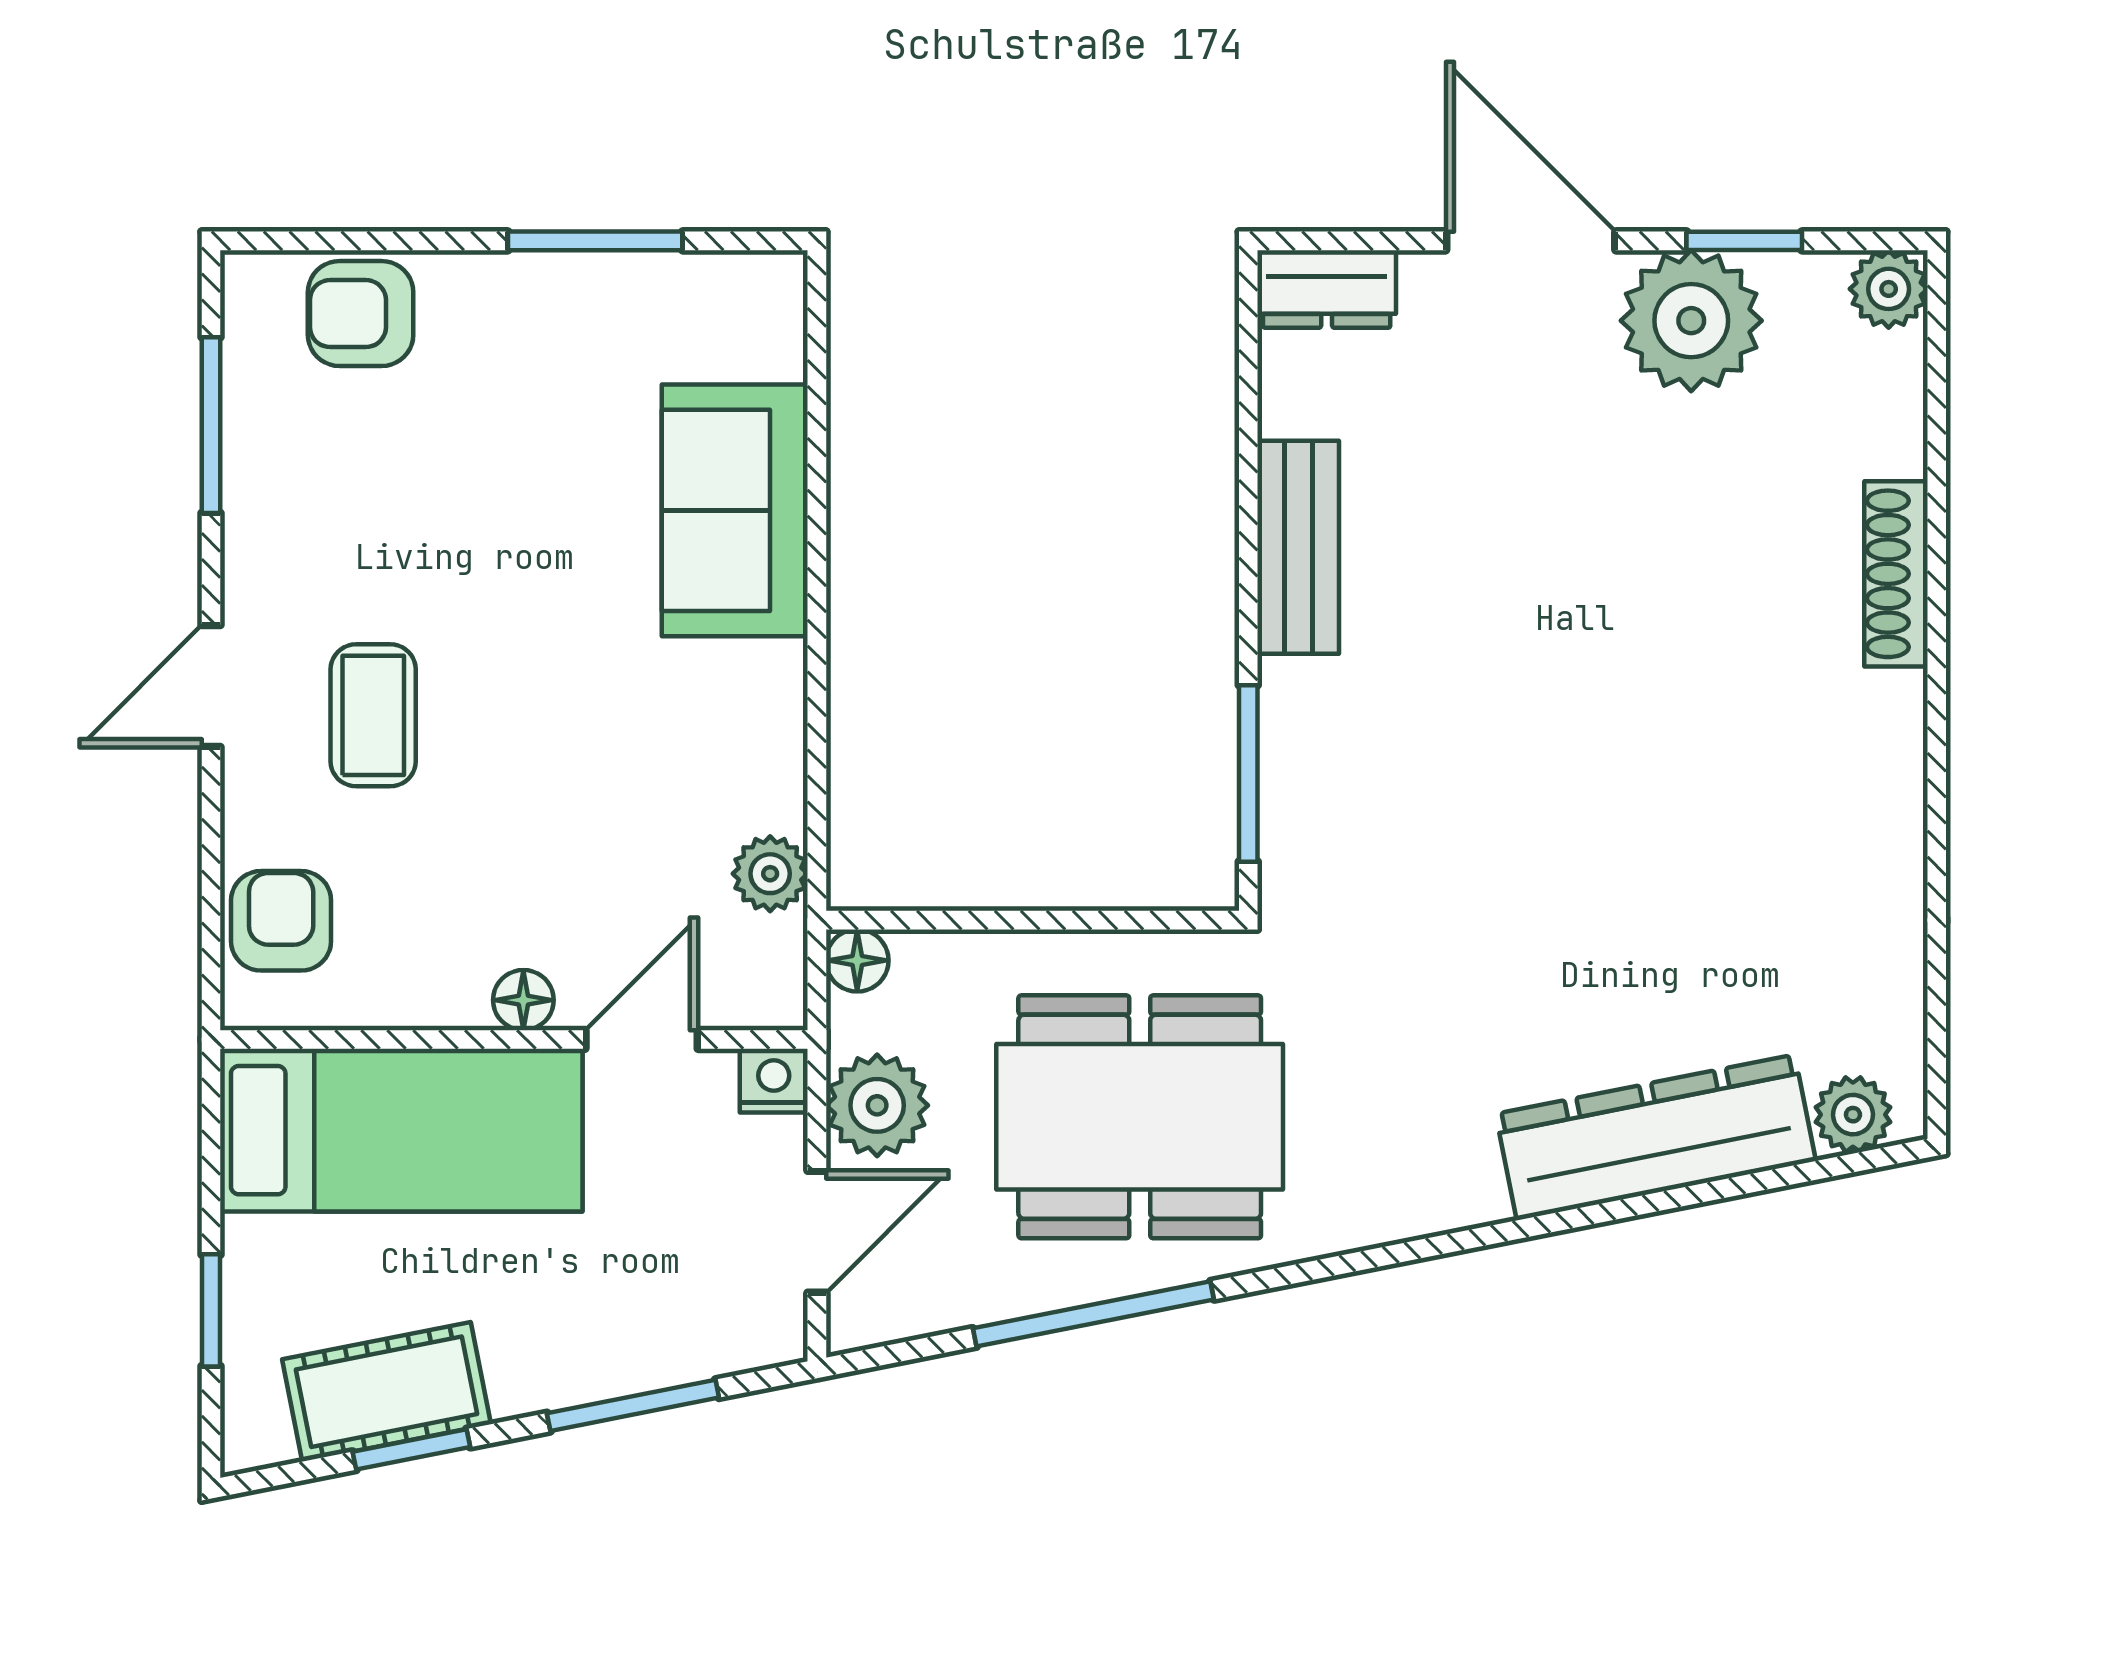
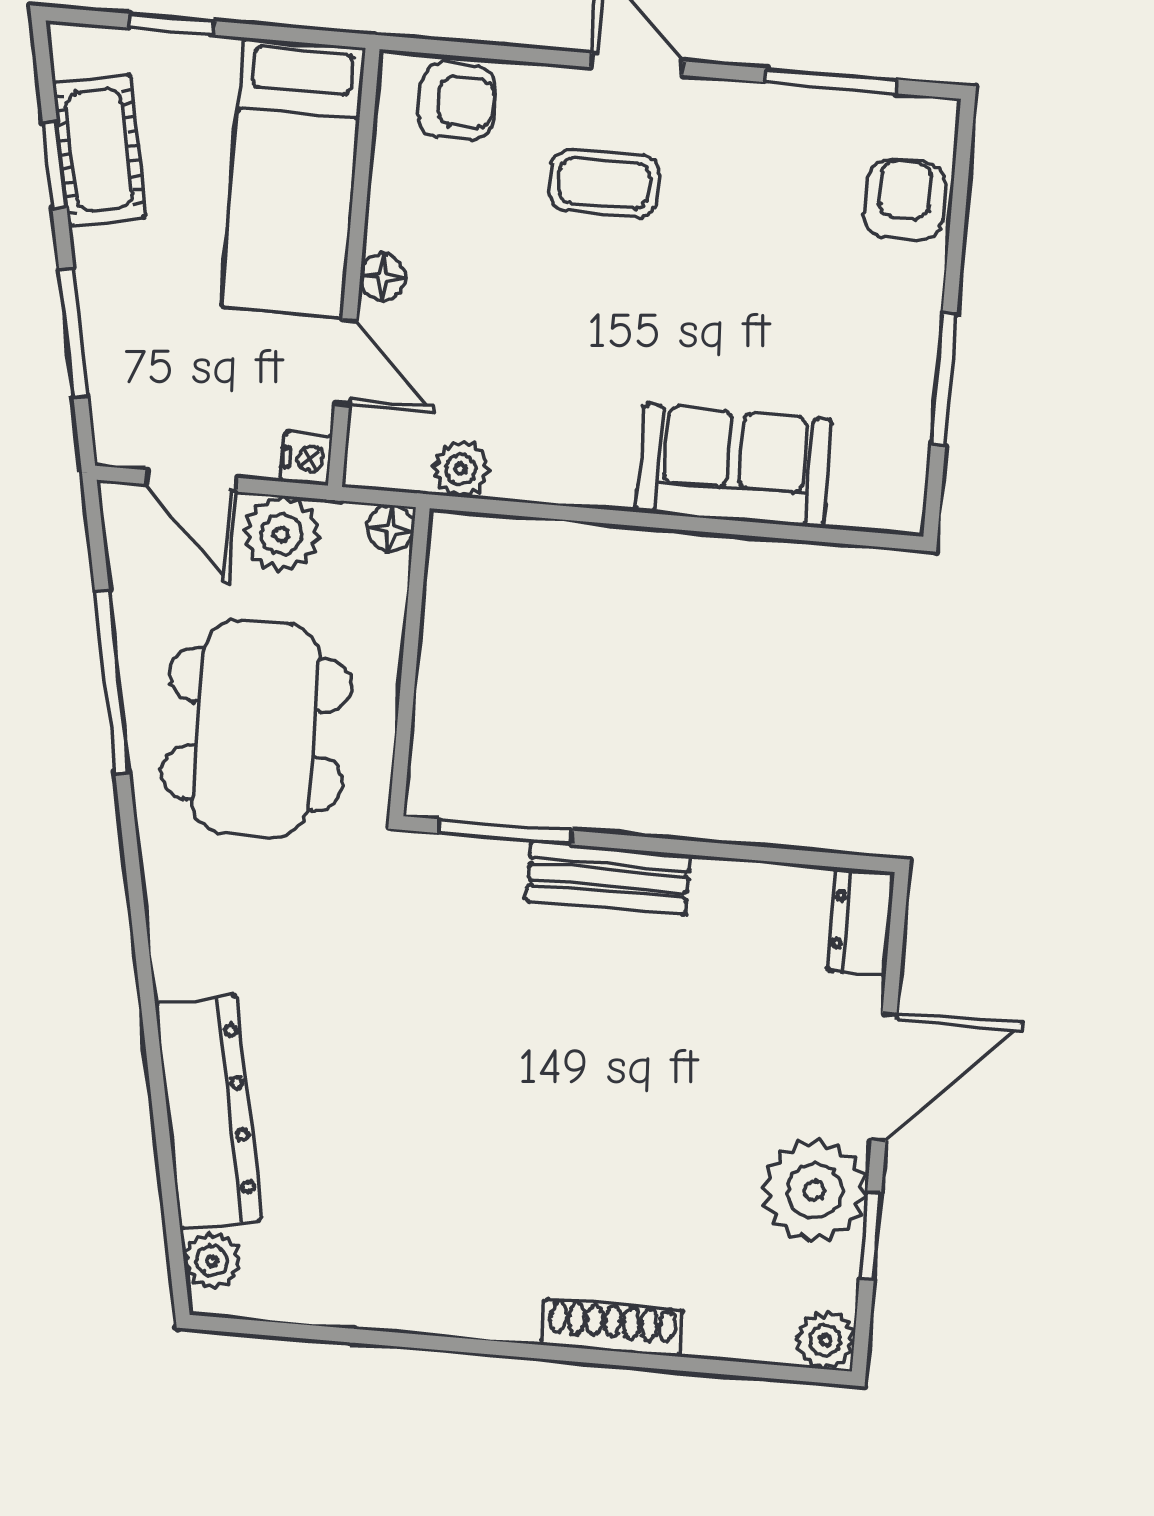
bench: (1298, 547) -> (608, 878), moved

